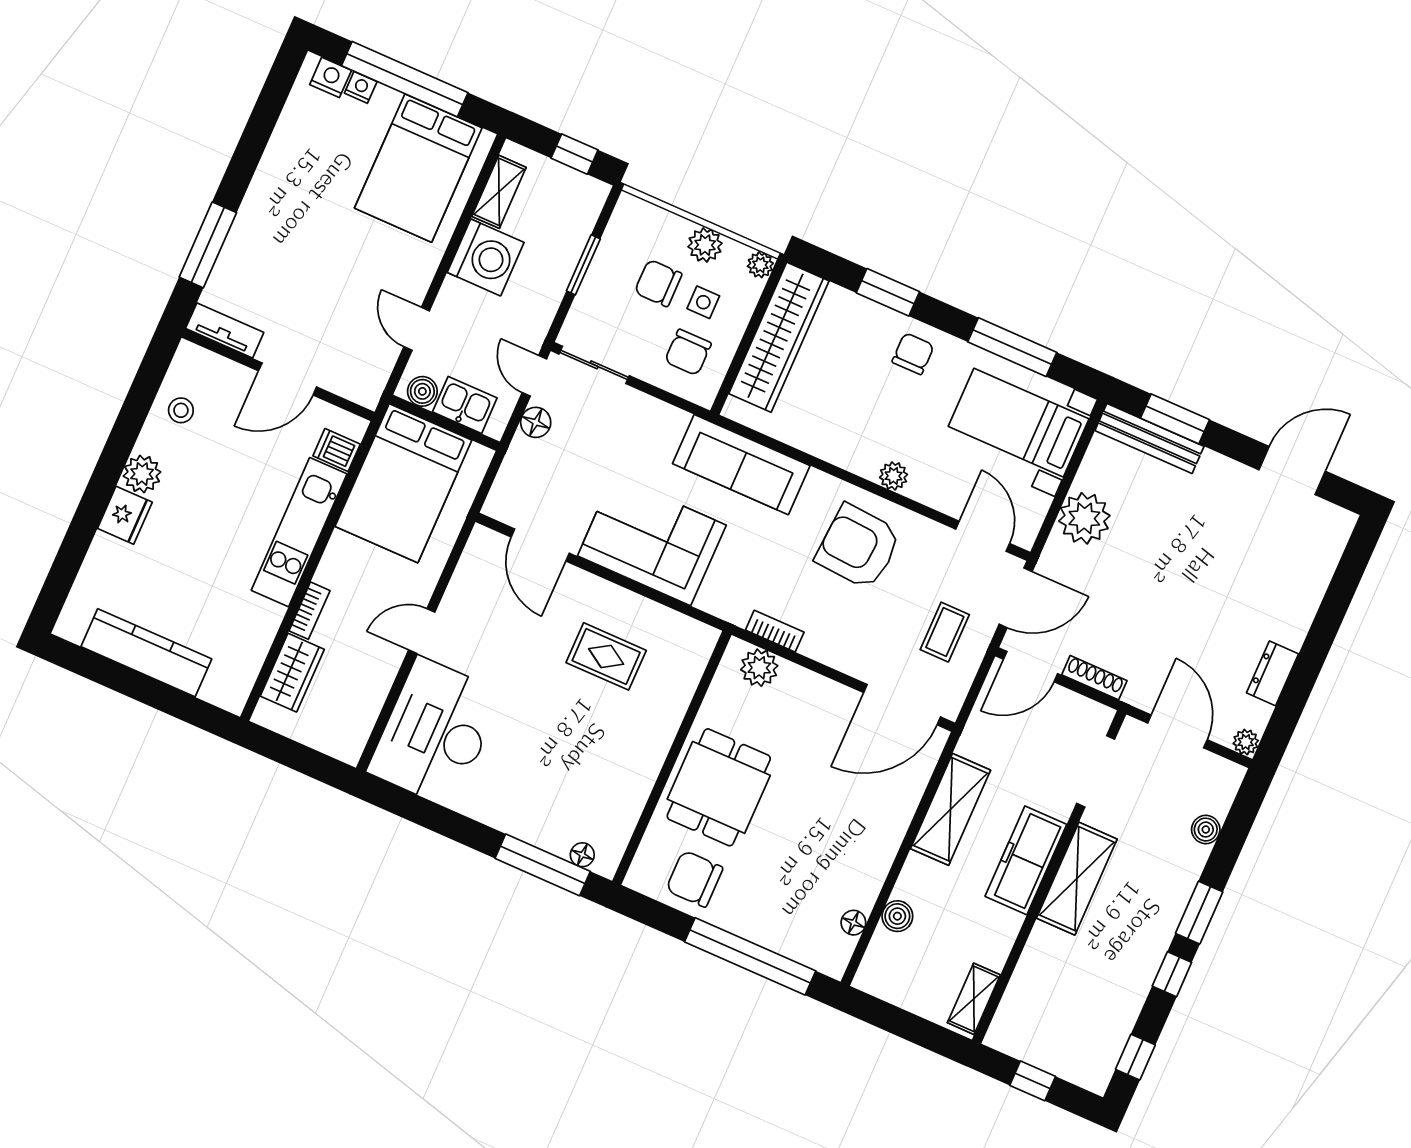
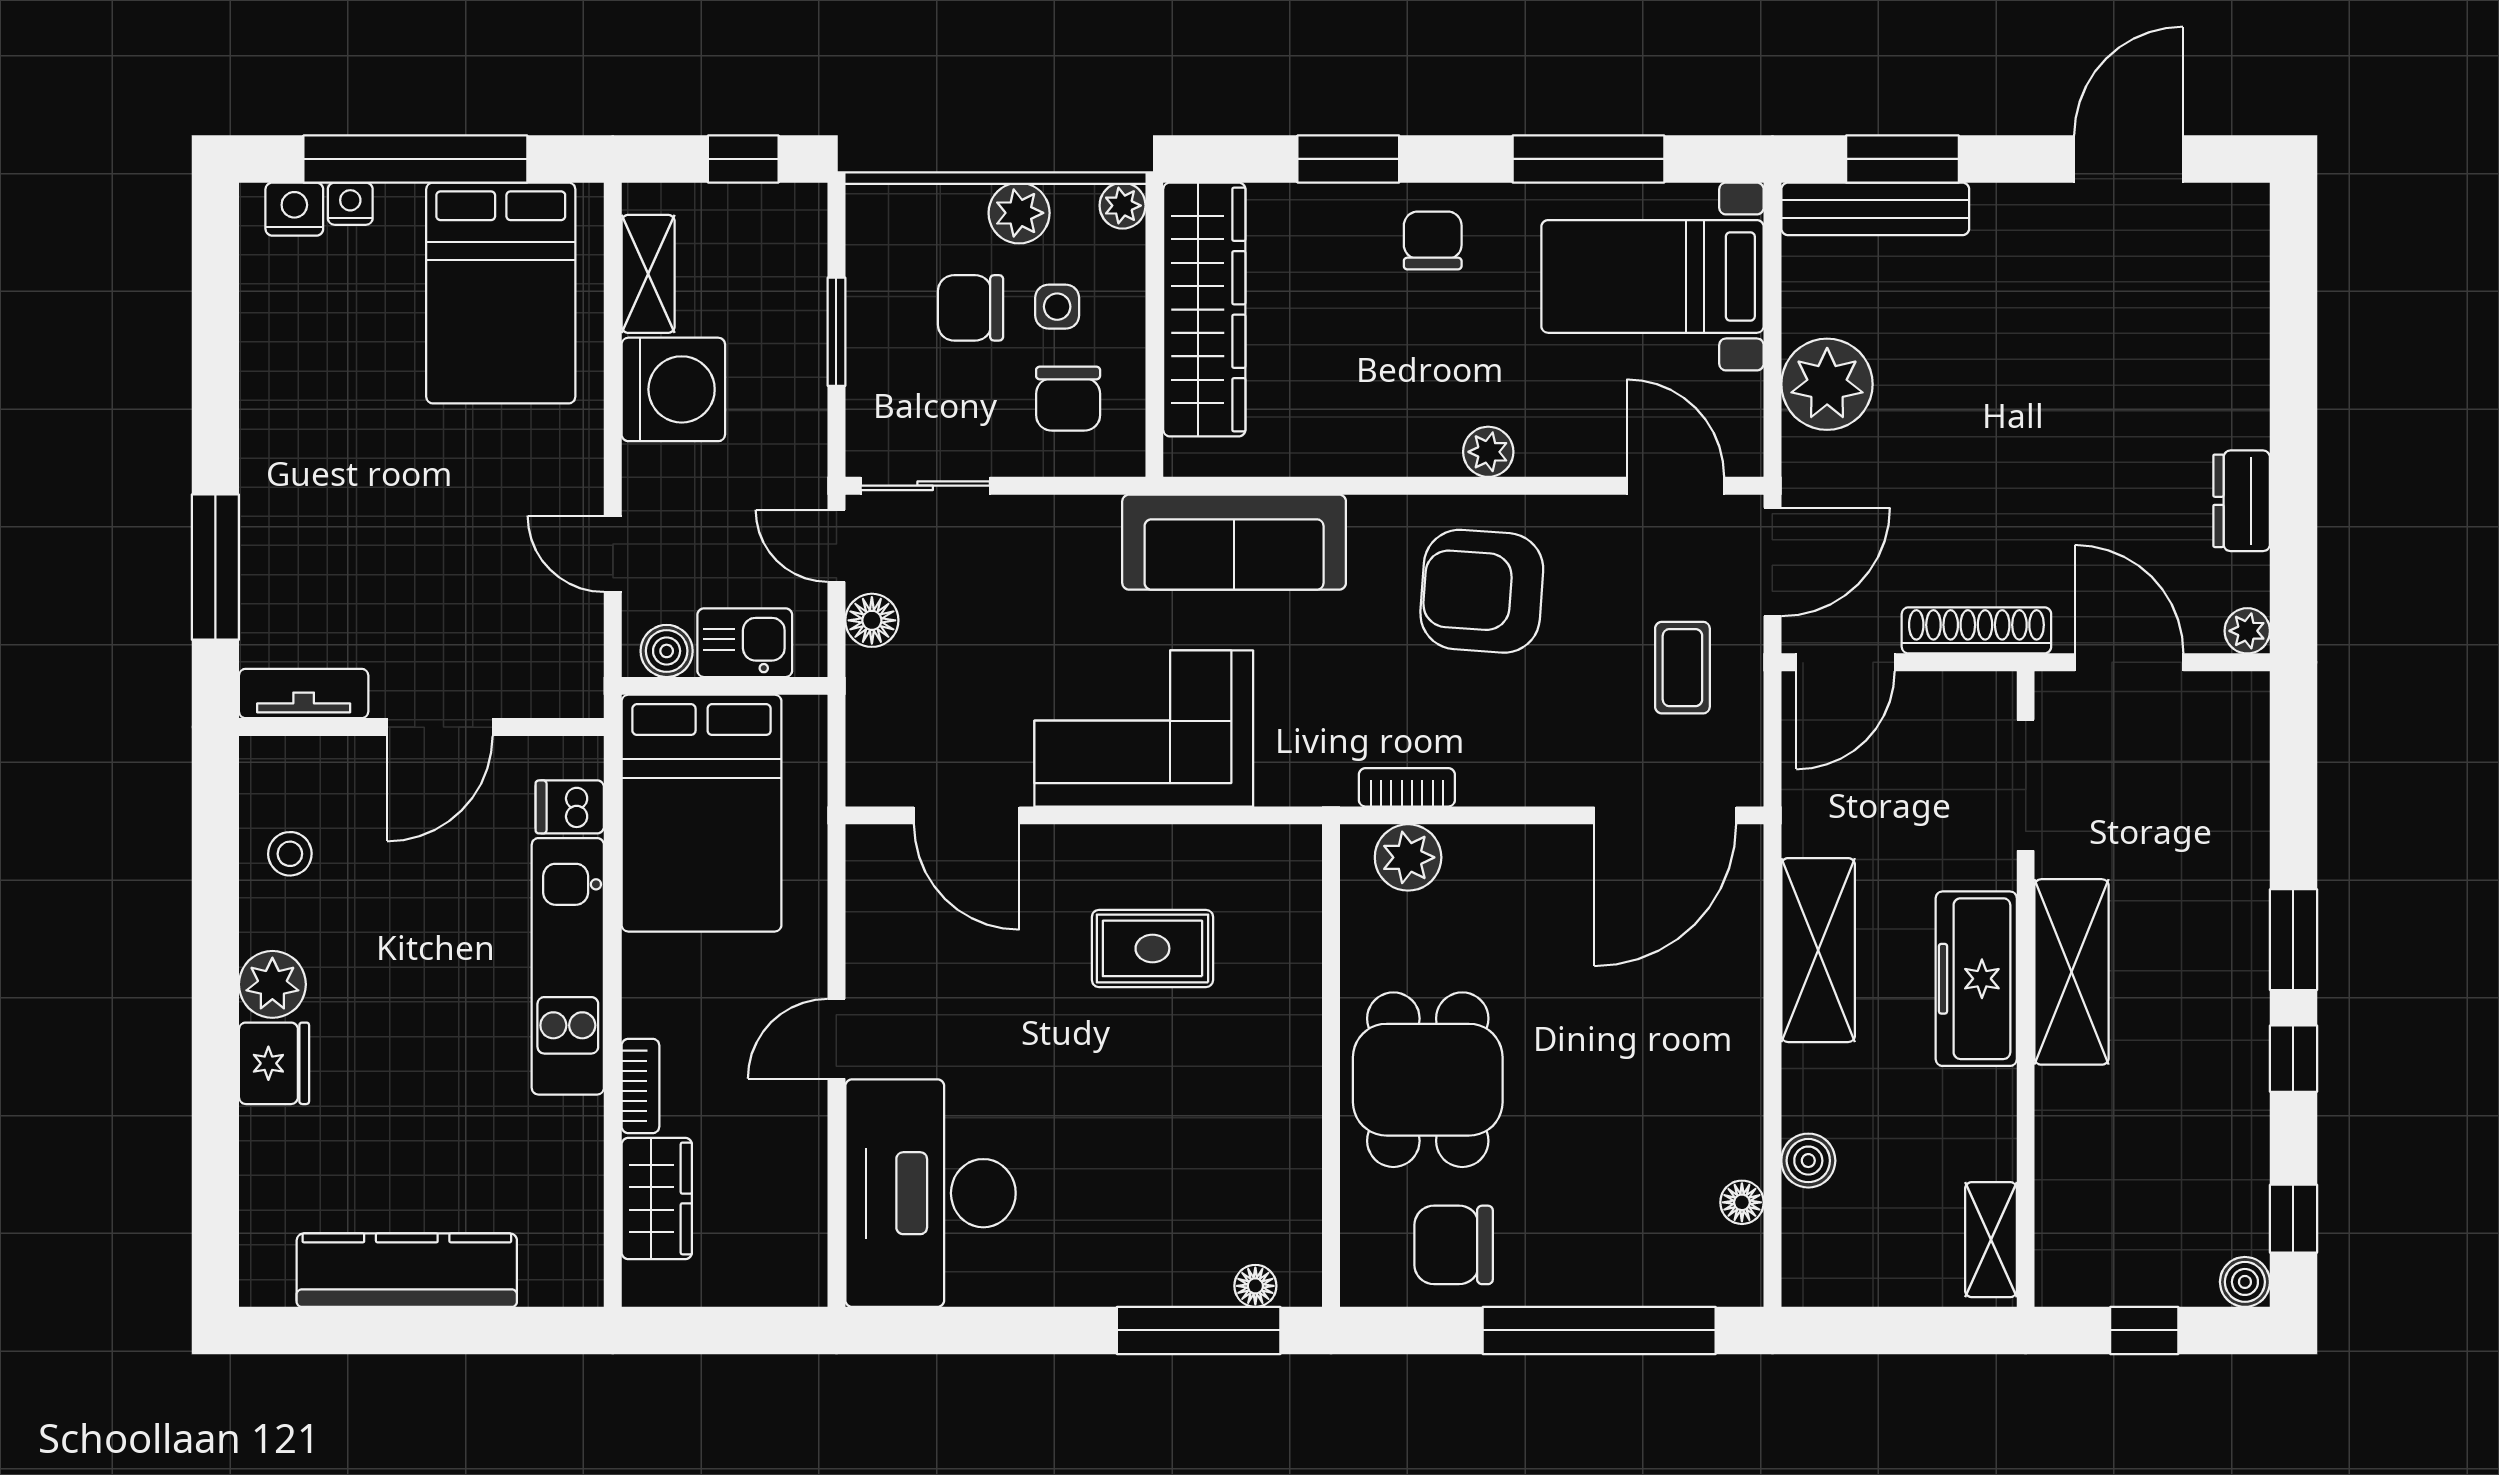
shoe rack: (1094, 678) -> (1976, 630), width x1.36, depth x1.24
boiler: (1206, 830) -> (2245, 1282), moved

